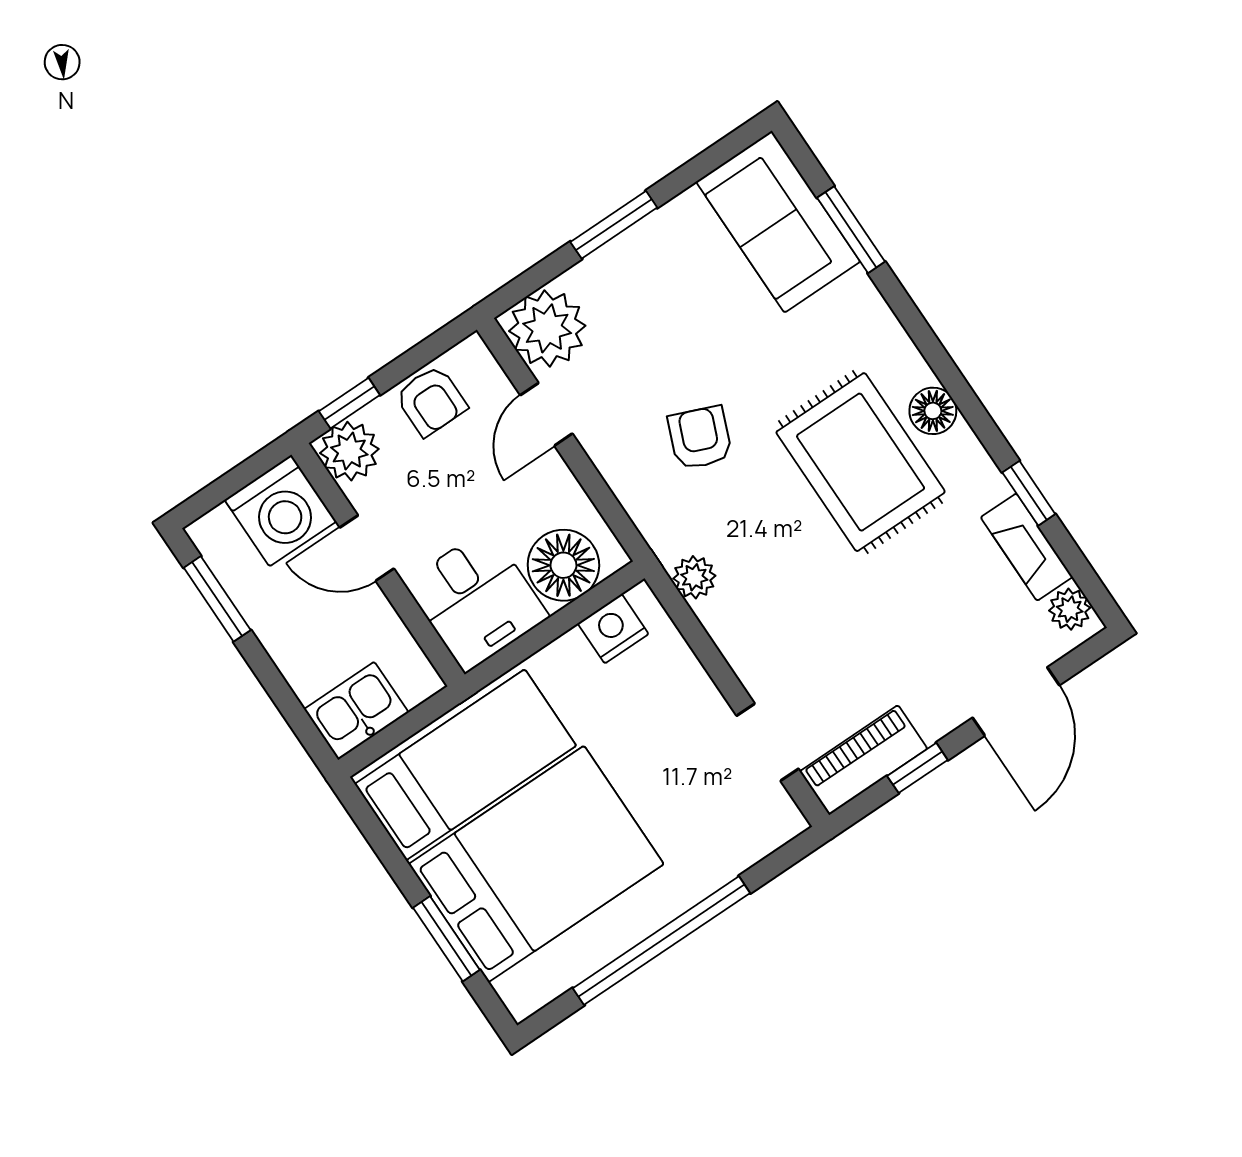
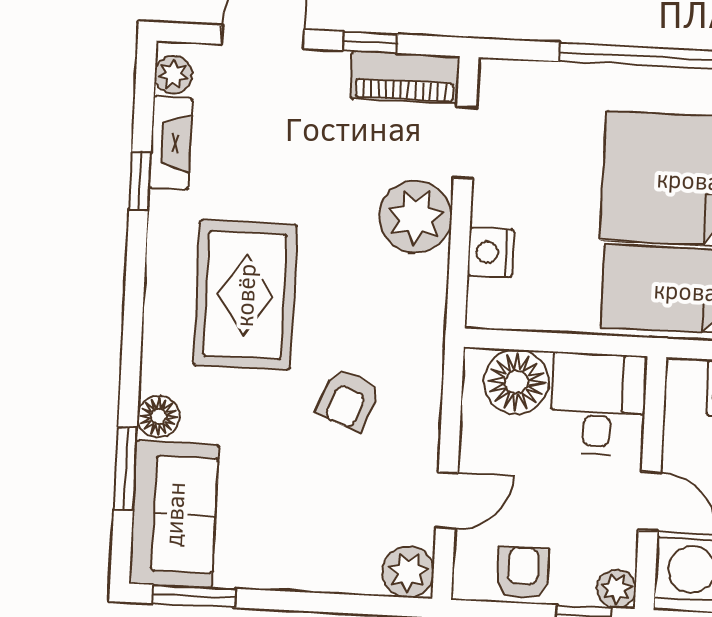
window: (614, 225) -> (194, 596), moved
plant: (547, 328) -> (408, 572), width x0.73, depth x0.73
floor lamp: (933, 411) -> (158, 416), moved
plant: (349, 451) -> (616, 589), width x0.73, depth x0.73
plant: (694, 577) -> (416, 217), moved, width x1.88, depth x1.88
nightstand: (613, 629) -> (491, 252), moved, turned 90

